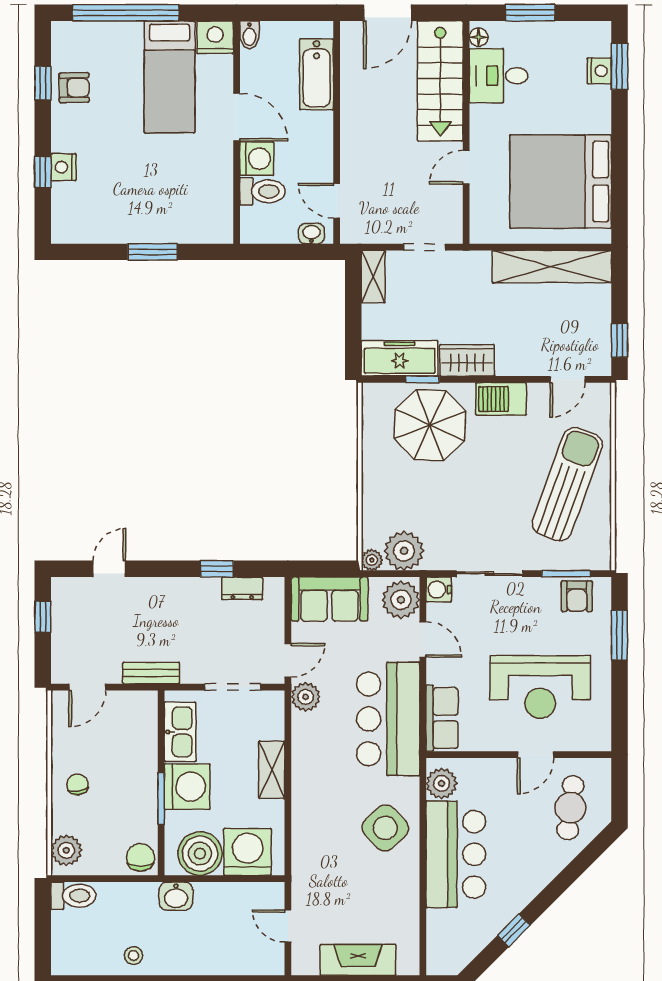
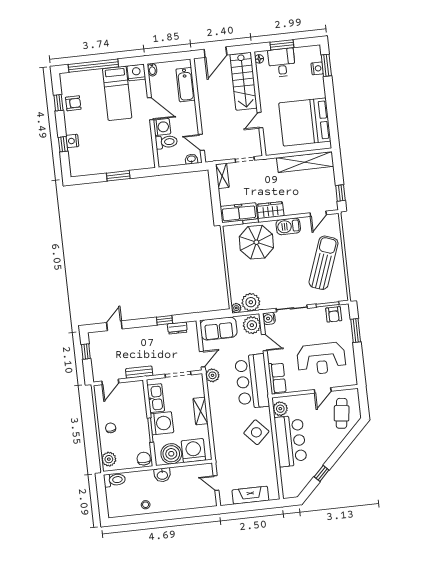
desk: (499, 76) -> (282, 63), moved, turned 90

